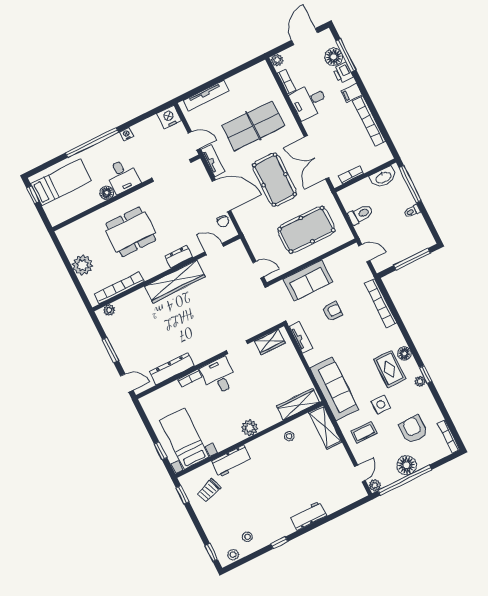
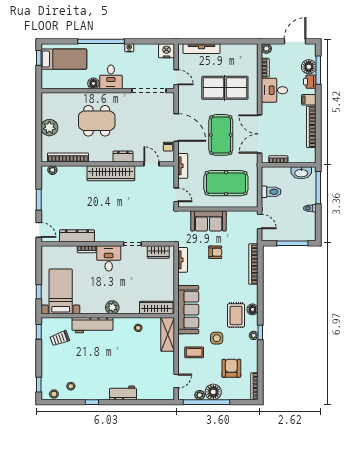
tv unit: (213, 161) -> (183, 166), moved
workbench: (232, 461) -> (92, 325), width x1.38
plant: (375, 485) -> (200, 395), moved

